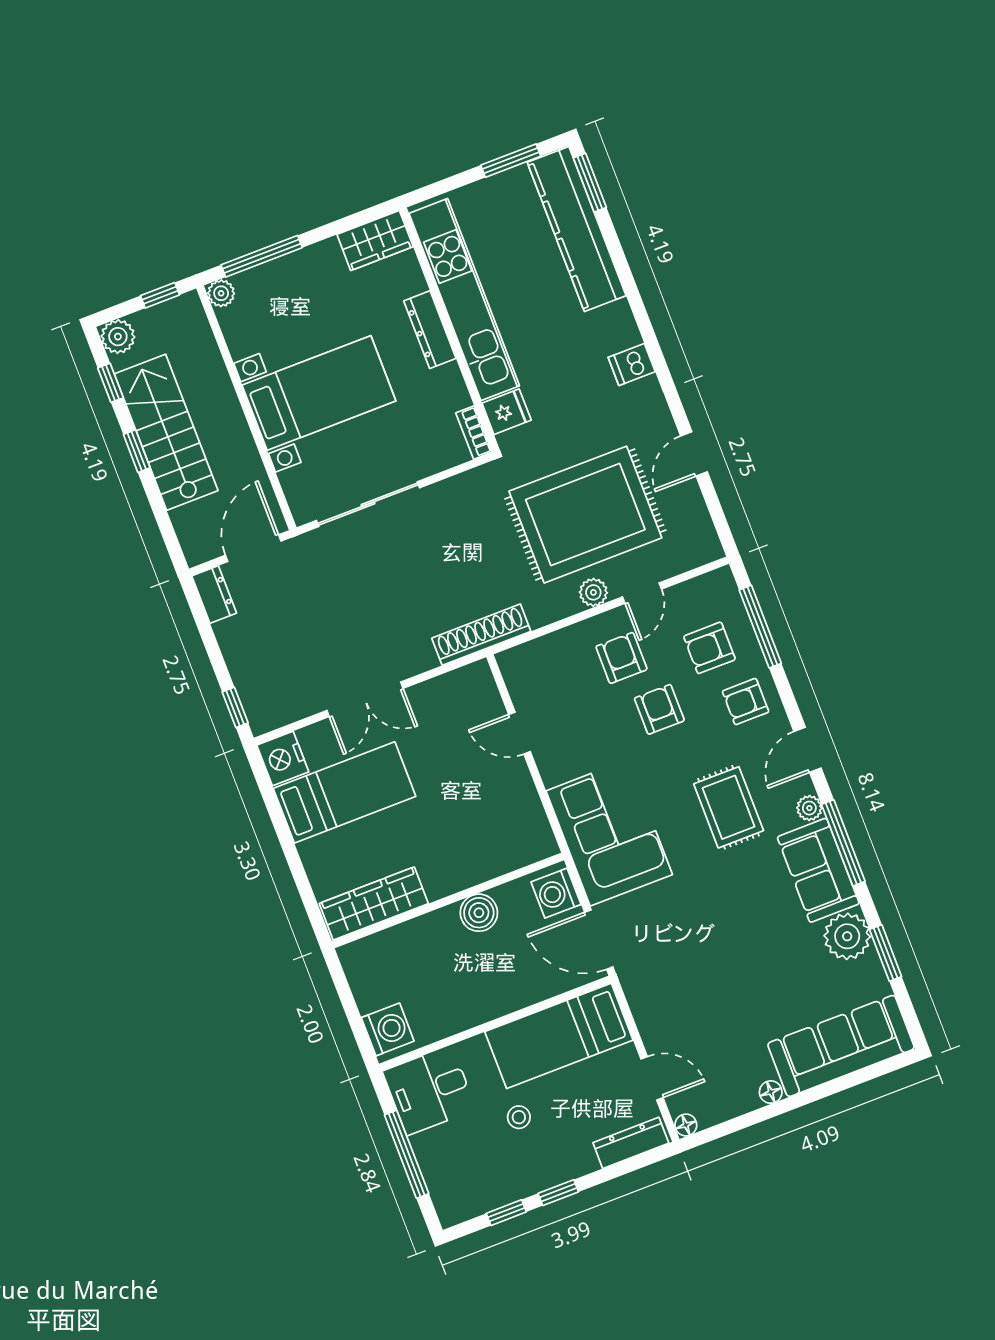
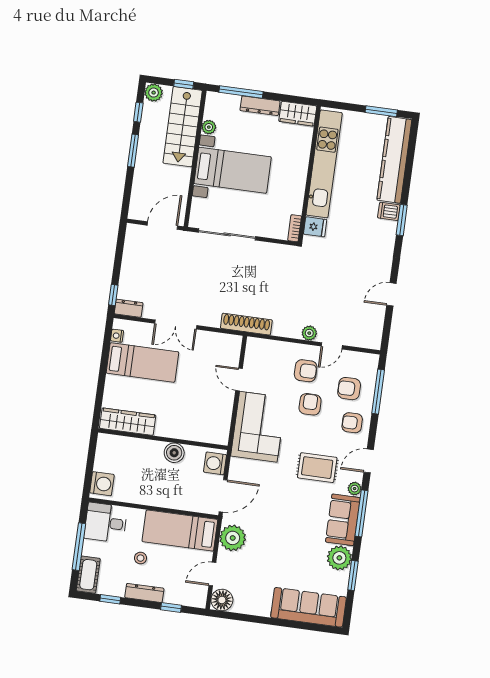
window: (590, 183) -> (402, 220), moved
plant: (221, 293) -> (209, 127), moved
dresser: (430, 330) -> (260, 106), moved, turned -90
dishwasher: (632, 364) -> (389, 211), moved
stairs: (166, 432) -> (183, 127), moved, turned 180
window: (137, 451) -> (133, 151), width x1.50
rug: (585, 515) -> (325, 295), removed
dresser: (214, 595) -> (129, 308), moved, turned -90
armchair: (621, 658) -> (306, 371), turned 90
nightstand: (283, 759) -> (117, 336), width x0.53, depth x0.56
rug: (729, 807) -> (317, 468), turned 90
corner sofa: (609, 833) -> (258, 427), moved
door: (599, 940) -> (223, 496), swing flipped
plant: (653, 1000) -> (233, 538), added
door: (652, 1078) -> (212, 574), swing flipped
floor lamp: (771, 1092) -> (264, 611), removed
floor lamp: (686, 1125) -> (222, 600), width x1.89, depth x1.89
dresser: (631, 1143) -> (144, 593), moved
cot: (448, 1192) -> (88, 575), added
window: (558, 1193) -> (171, 608), moved

